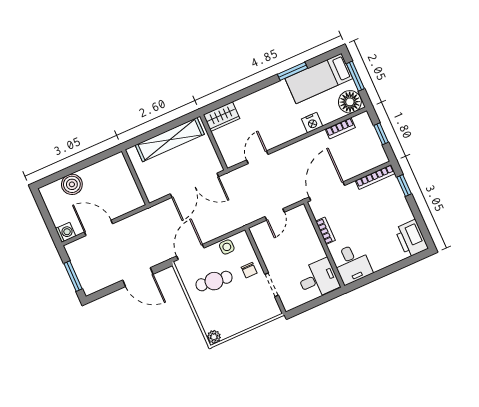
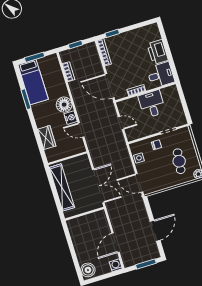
floor lamp: (350, 102) -> (64, 105), moved
wardrobe: (221, 117) -> (47, 138), moved
nightstand: (312, 123) -> (71, 118), moved
boiler: (72, 184) -> (88, 270), moved
double door: (194, 185) -> (98, 186), moved
printer: (411, 239) -> (158, 52), moved, turned 90
door: (138, 277) -> (155, 231), moved
desk: (318, 279) -> (152, 104), moved
cafe table: (214, 281) -> (179, 161), moved

